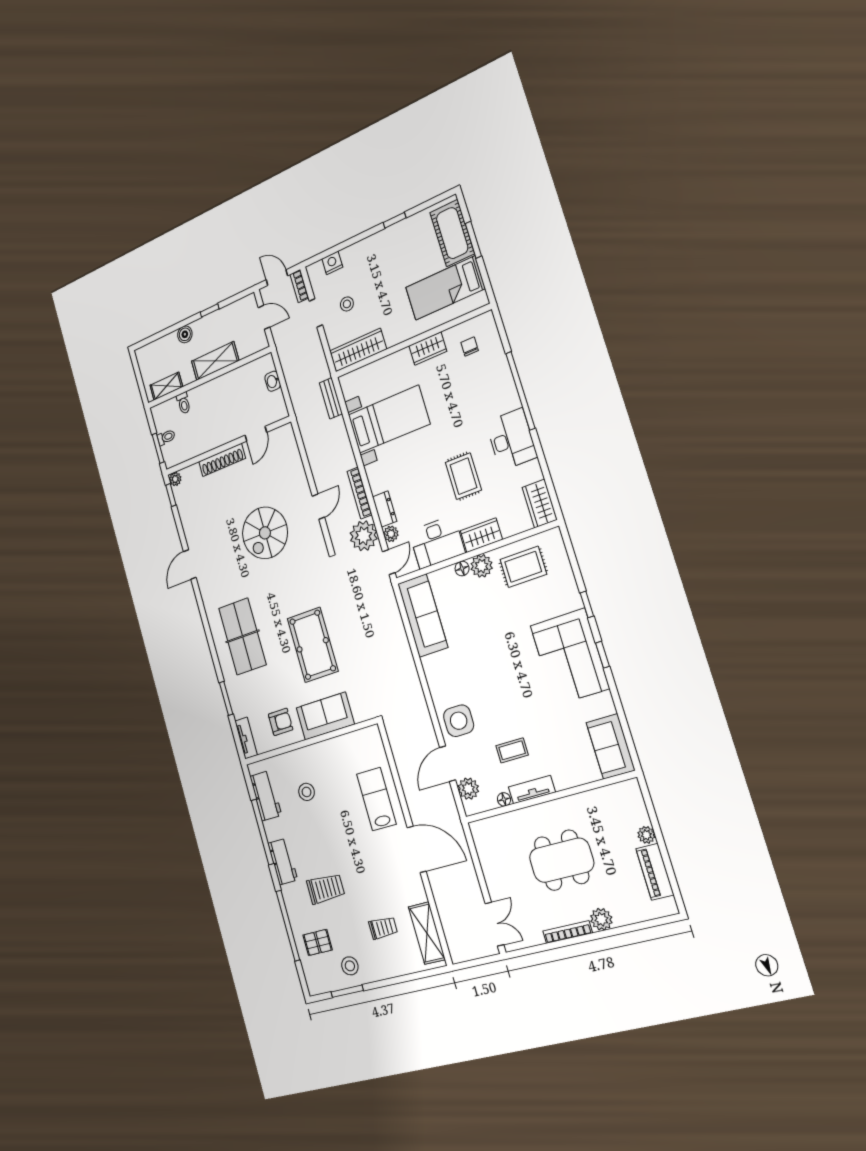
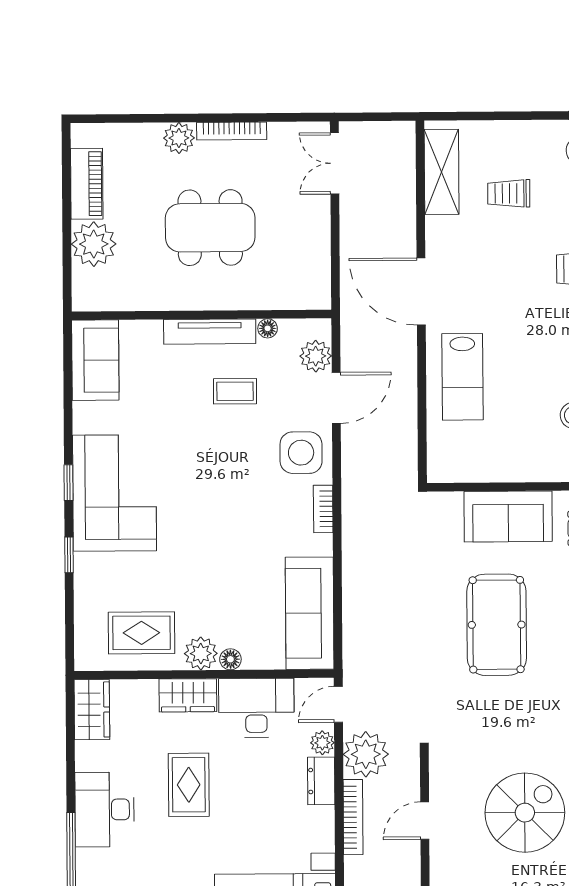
bookcase: (434, 687) -> (323, 509), added
tv unit: (532, 790) -> (210, 332), width x1.41
plant: (646, 835) -> (94, 244), width x1.88, depth x1.88

